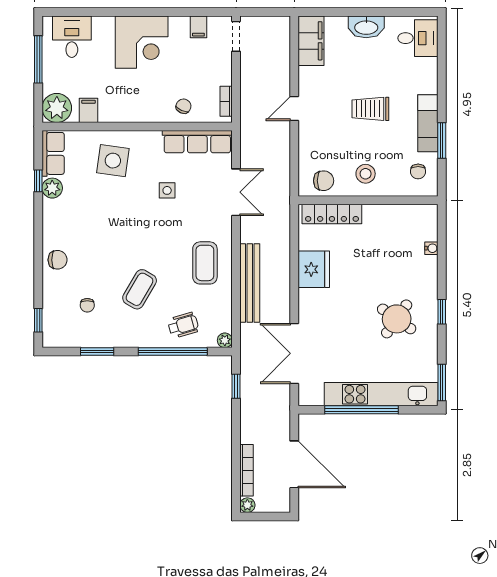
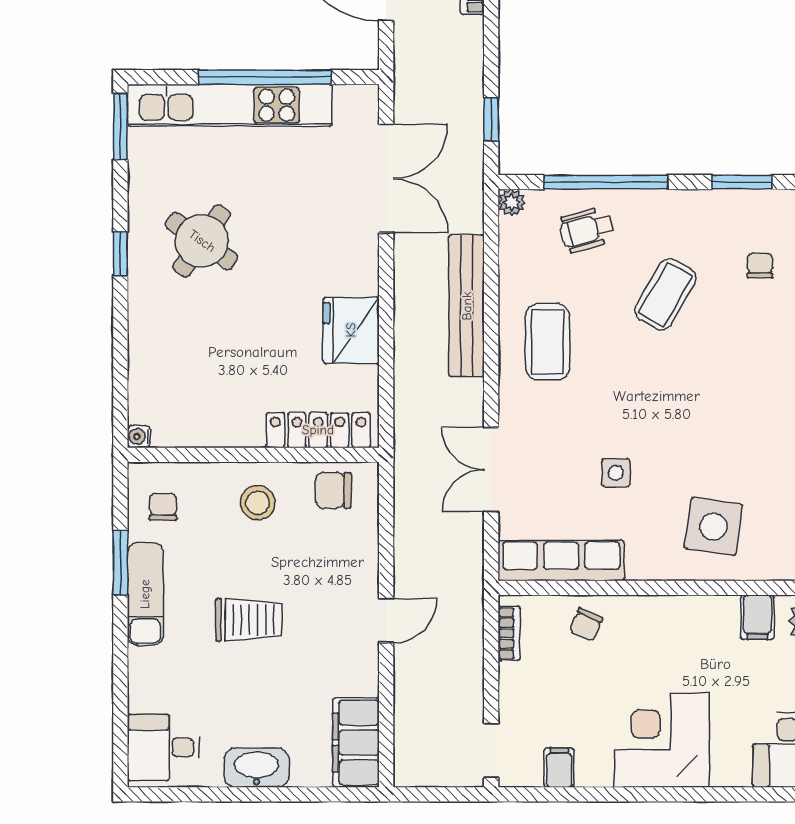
water cooler: (431, 248) -> (139, 436), moved

